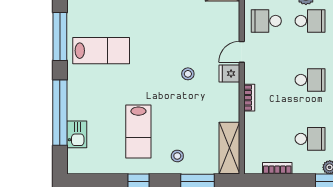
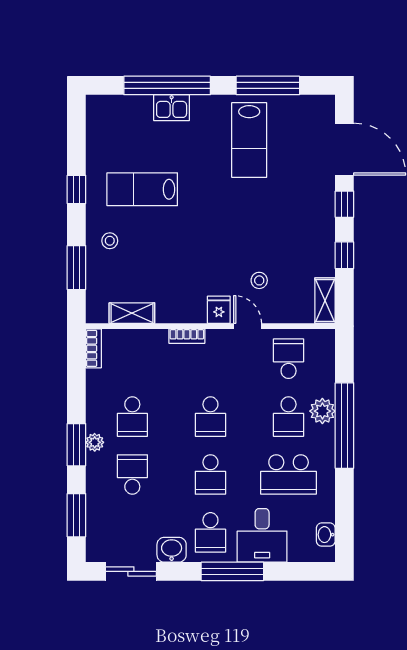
stool: (188, 74) -> (259, 280), moved
kitchen sink: (77, 134) -> (172, 108), moved
shelving: (229, 148) -> (132, 313), width x0.67, depth x0.75
bookcase: (277, 168) -> (93, 348), moved

